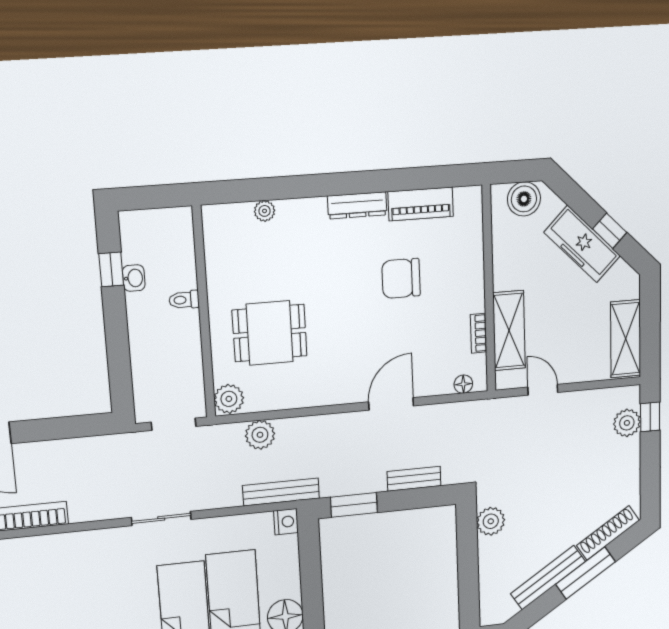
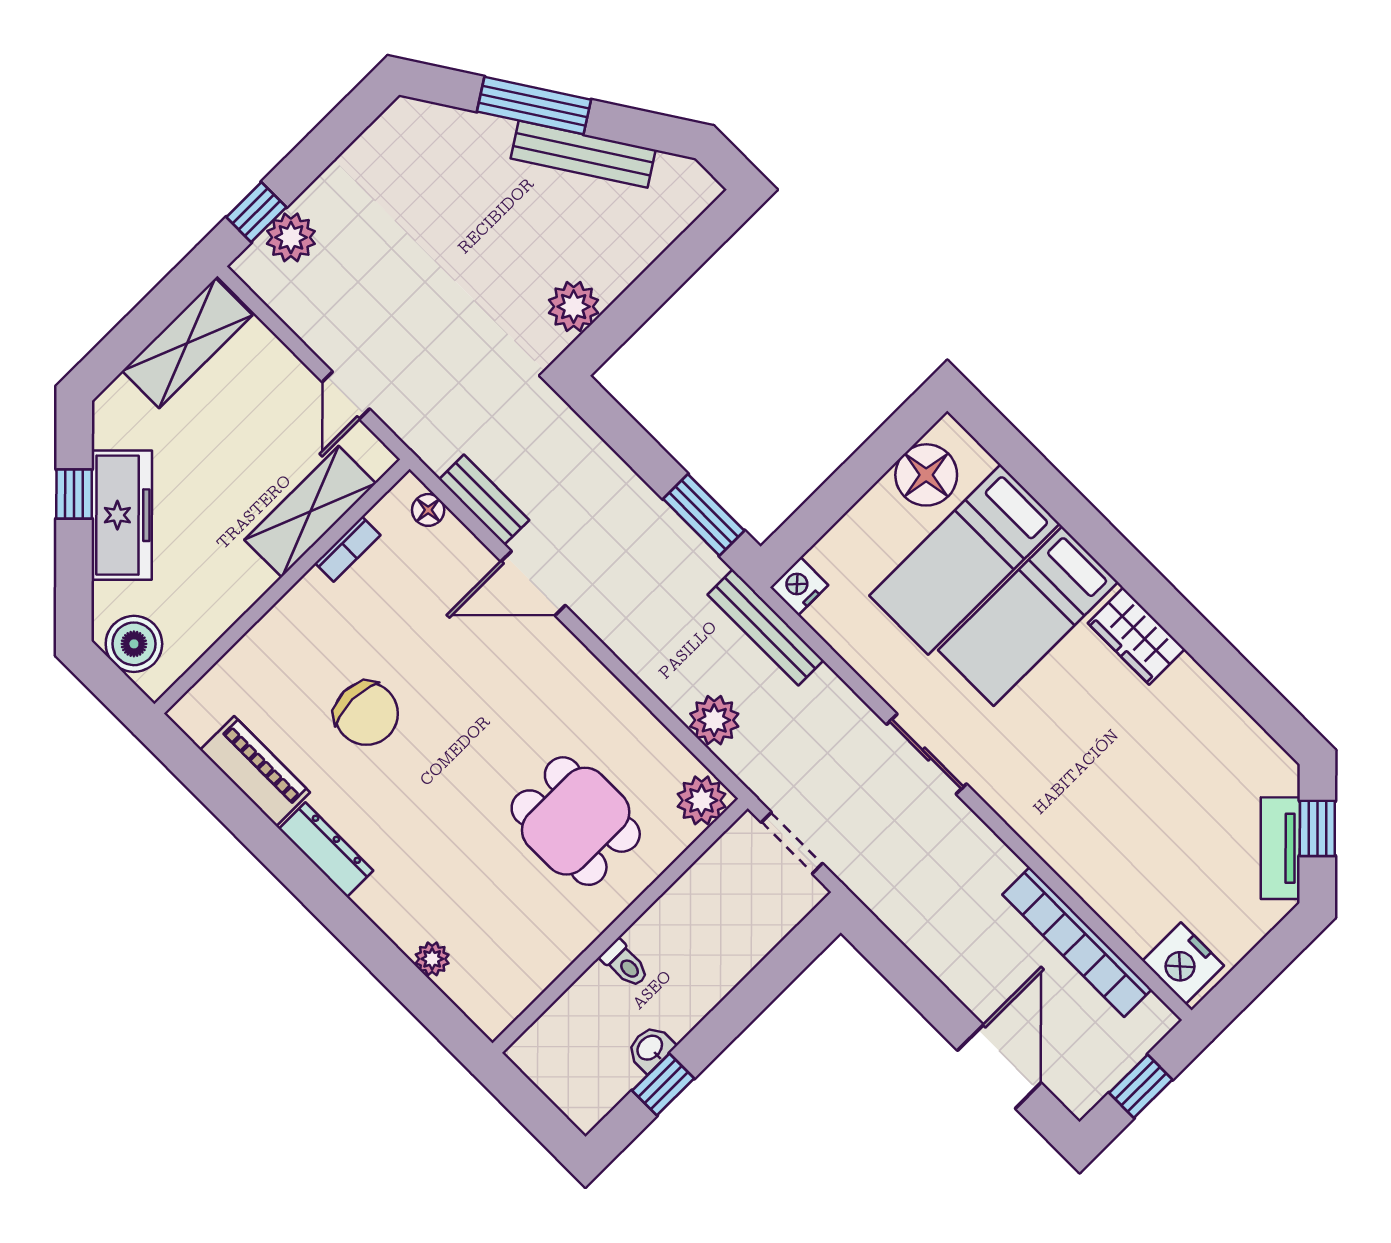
bench: (414, 479) -> (484, 500), moved
shoe rack: (608, 533) -> (455, 125), removed

